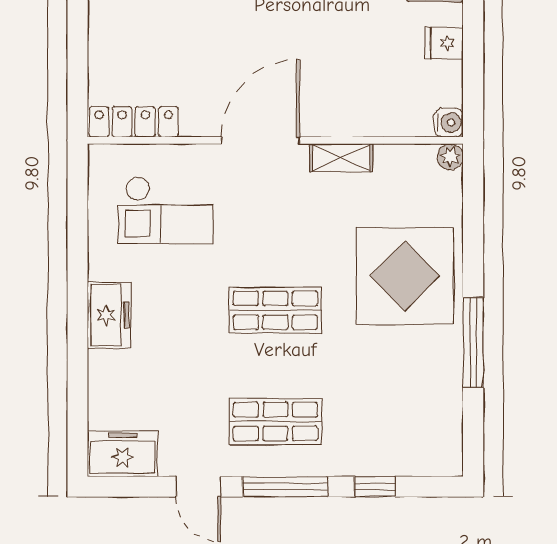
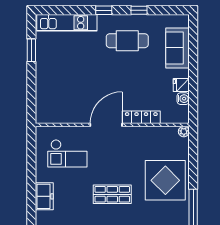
locker: (134, 122) -> (141, 117), moved
water cooler: (449, 123) -> (183, 99), moved
shelving: (341, 158) -> (139, 132), removed

